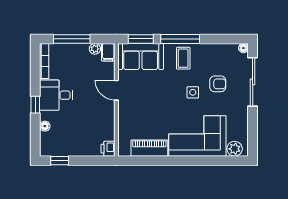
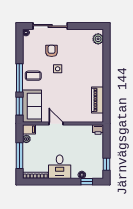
door: (116, 90) -> (56, 124), swing flipped
window: (35, 105) -> (87, 182), moved
corner sofa: (197, 136) -> (89, 66), removed

